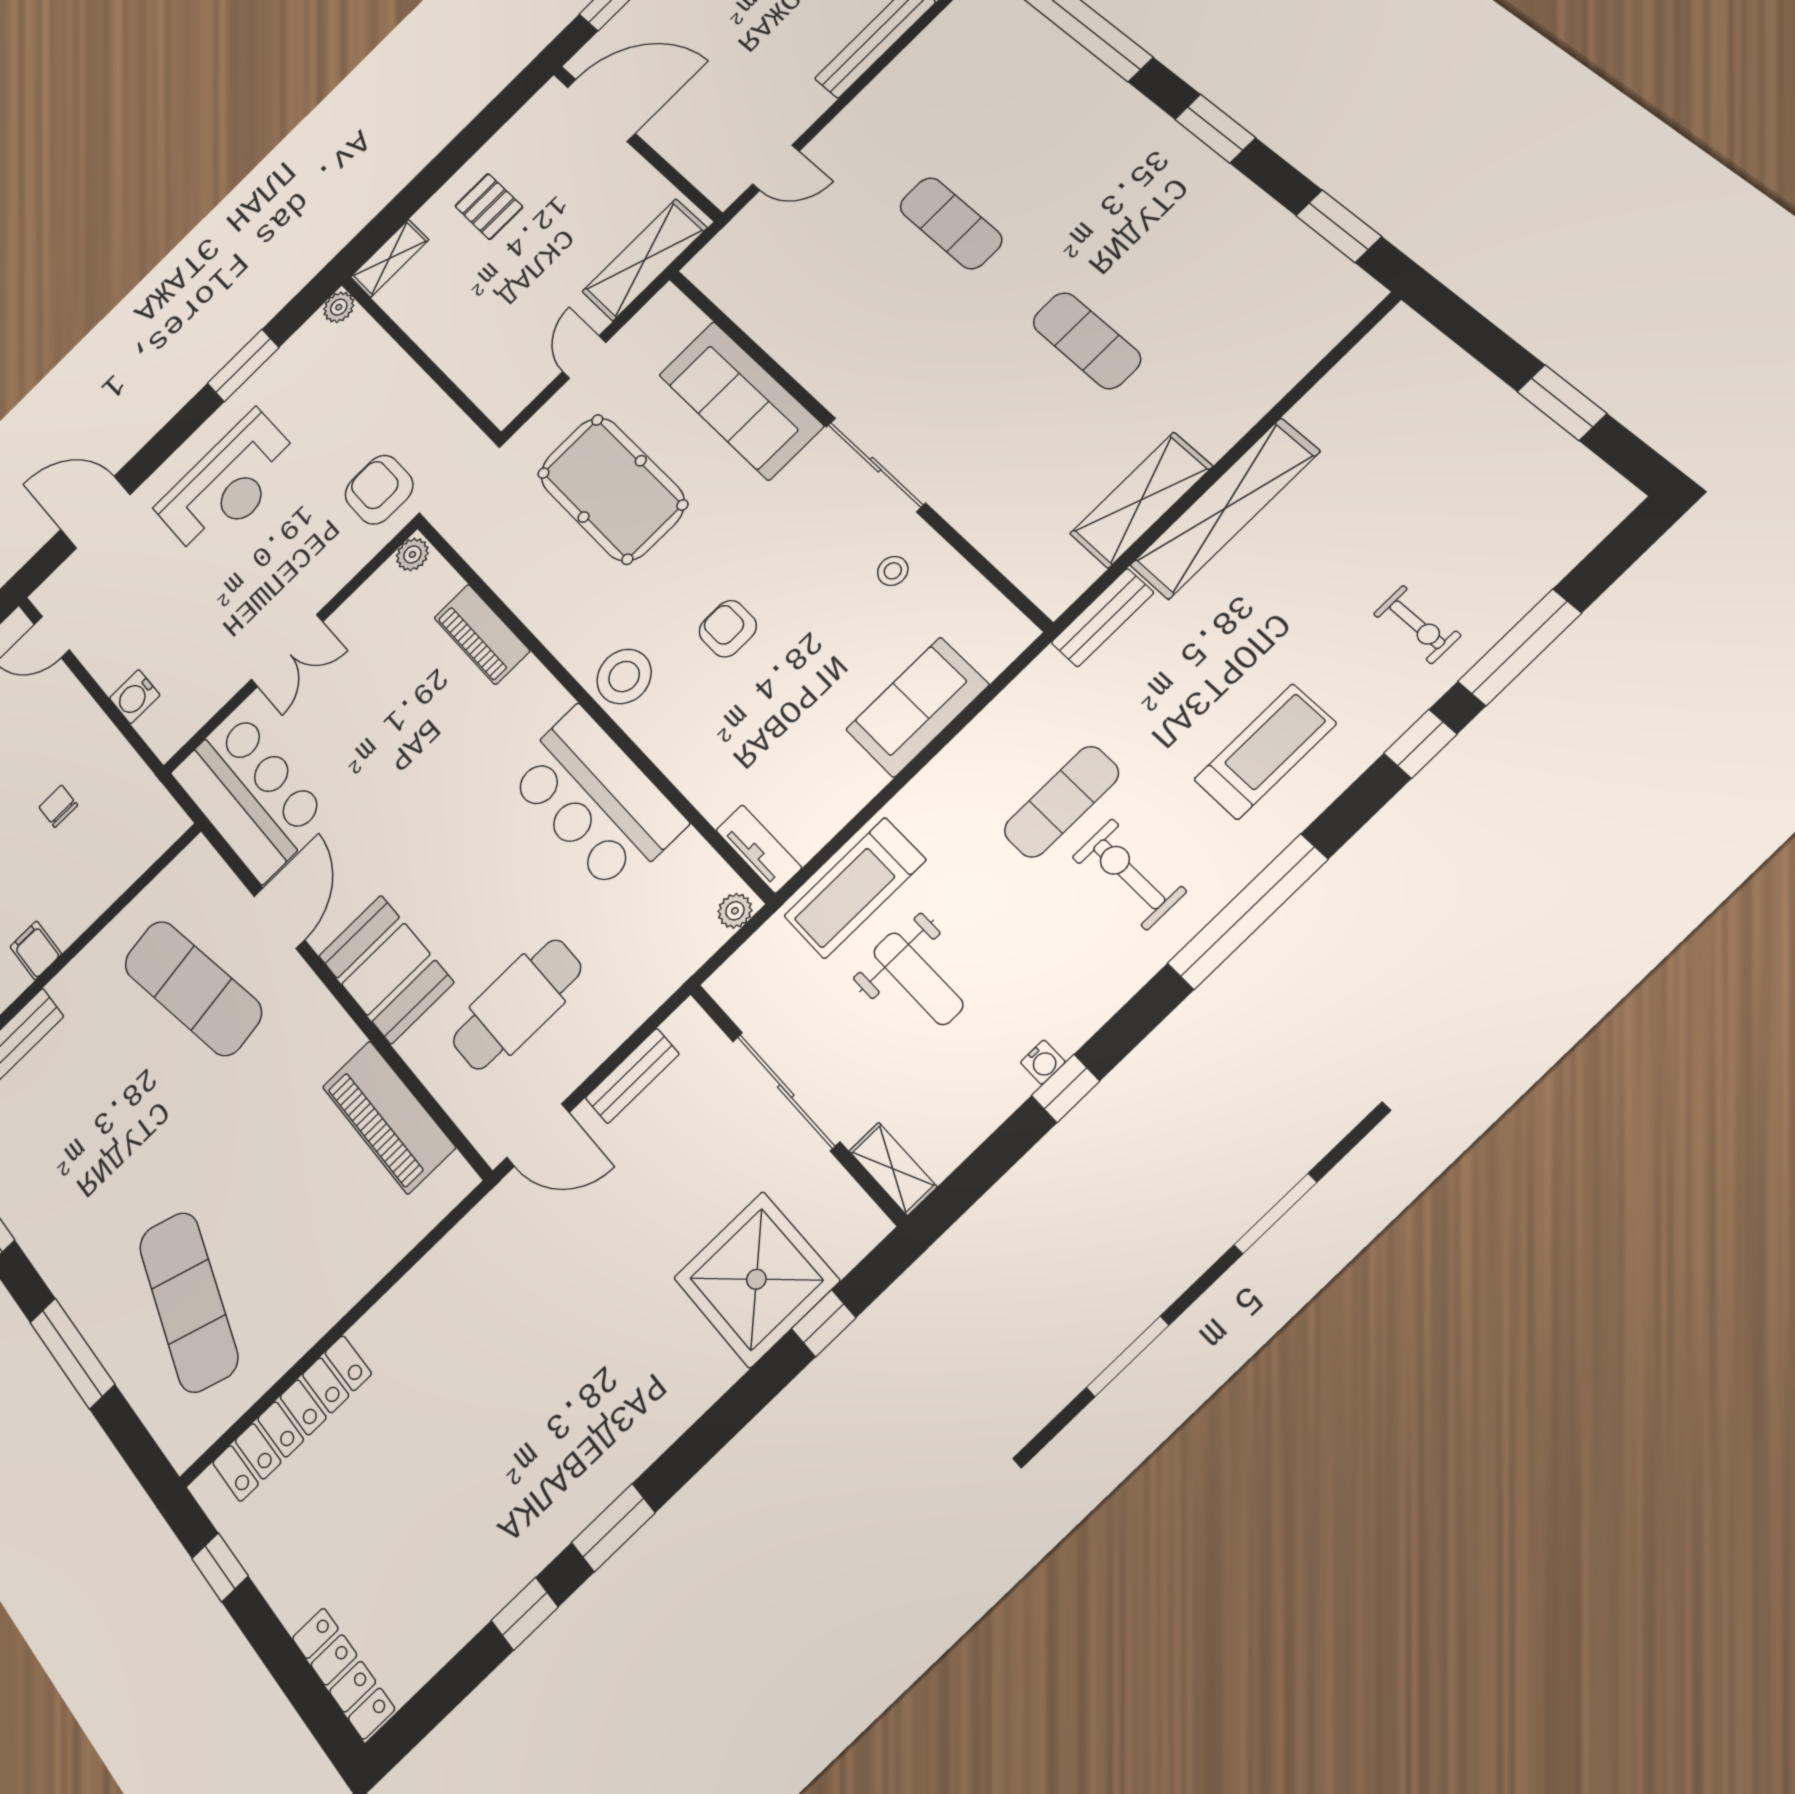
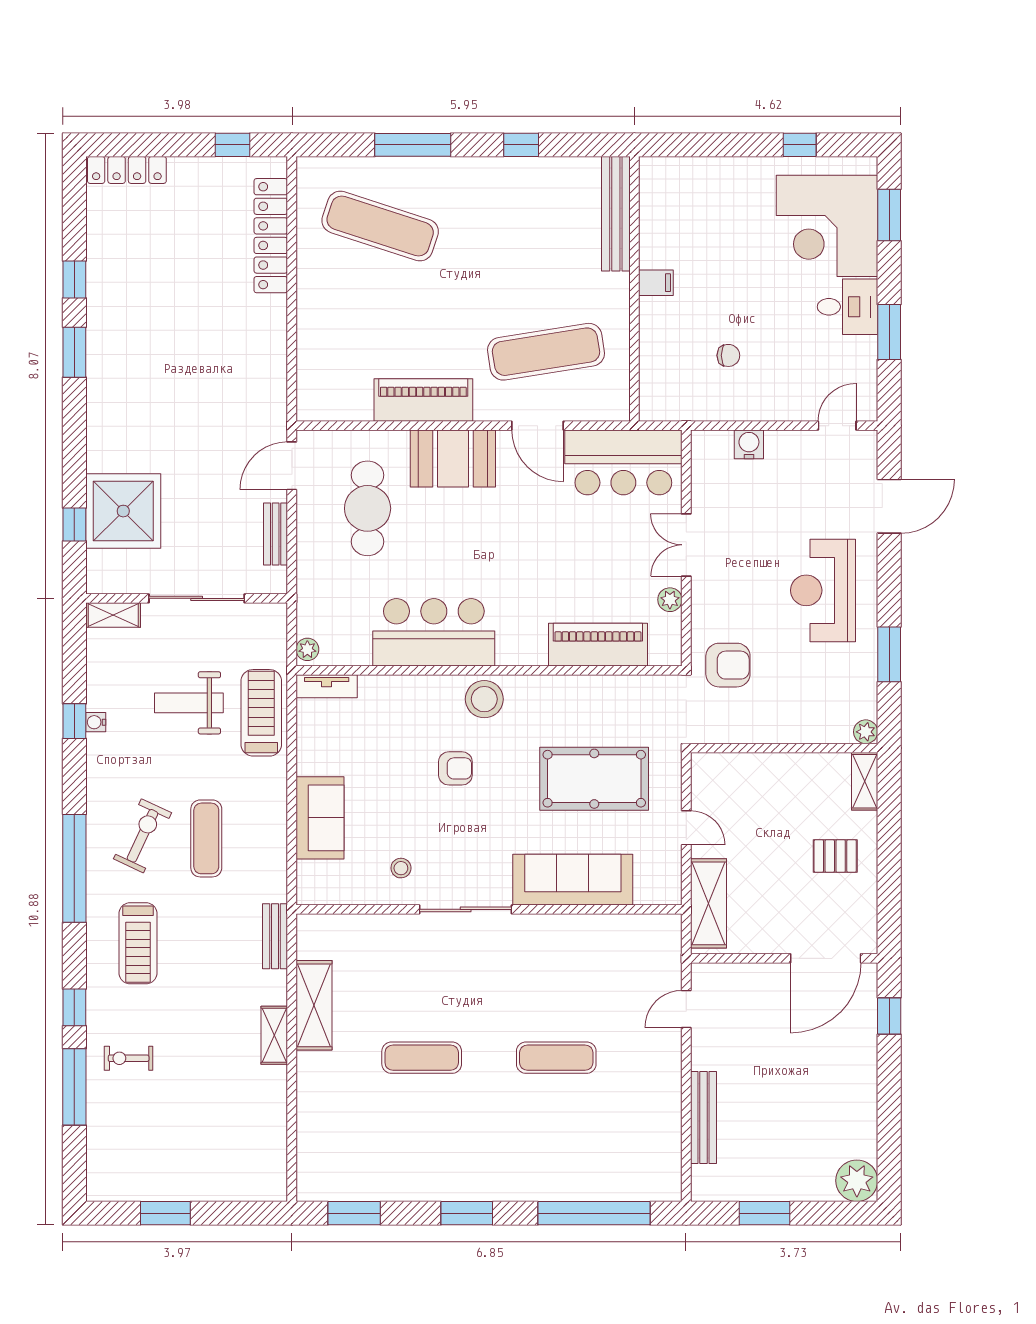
shelving: (1225, 508) -> (274, 1035), width x0.45, depth x0.75
plant: (412, 554) -> (670, 600), moved
piano: (482, 634) -> (598, 645), width x1.37, depth x1.33
exercise bike: (1129, 874) -> (142, 836), turned -65
piano: (389, 1117) -> (423, 400), moved

